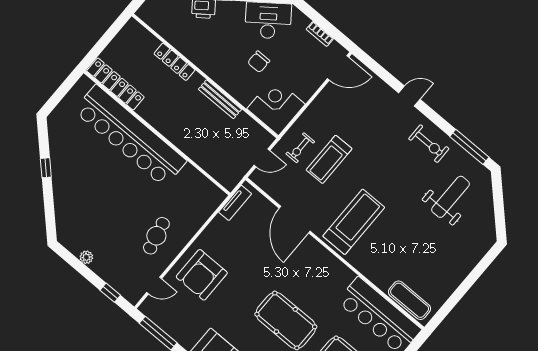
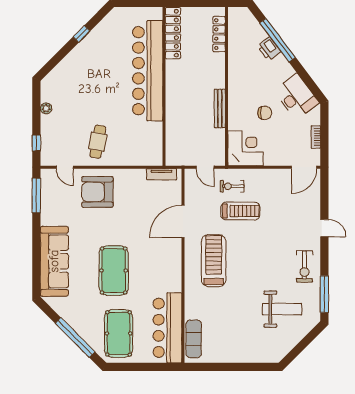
locker: (174, 62) -> (219, 34), moved
chair: (259, 62) -> (265, 113), turned 180
door: (338, 68) -> (304, 167), hinge flipped
treadmill: (329, 159) -> (240, 211), turned 180
treadmill: (354, 222) -> (214, 261), turned -90
cafe table: (156, 236) -> (98, 142), turned -67

